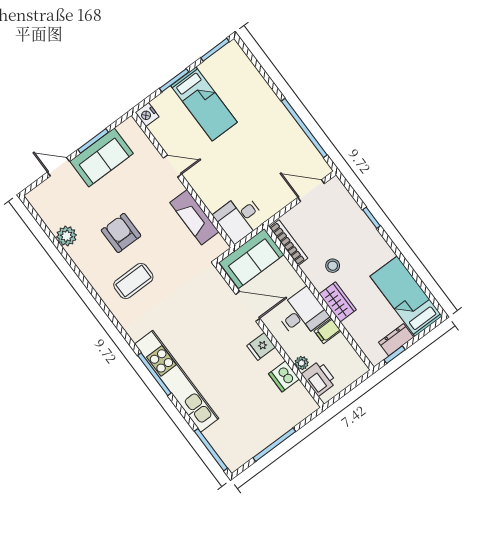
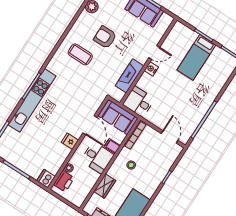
nightstand: (147, 114) -> (151, 69), moved
door: (173, 166) -> (154, 52), hinge flipped
armchair: (121, 233) -> (105, 37), turned -90
wardrobe: (338, 302) -> (105, 186), moved
filing cabinet: (328, 331) -> (112, 146), moved
dishwasher: (284, 376) -> (46, 179), moved

